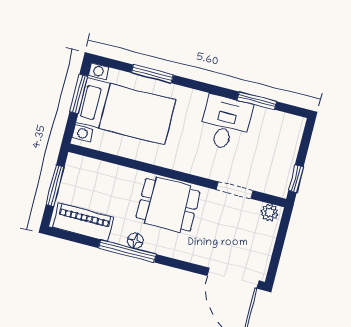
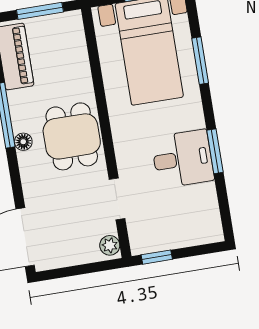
window: (257, 101) -> (215, 151), moved
floor lamp: (135, 241) -> (23, 142), moved

